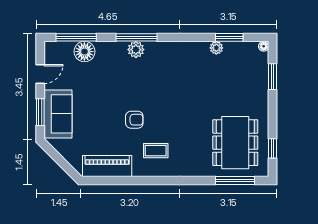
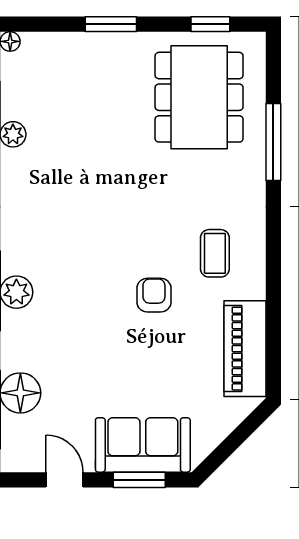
window: (273, 77) -> (111, 24), moved
dining table: (235, 143) -> (199, 97), turned 90
window: (235, 180) -> (273, 142), moved

